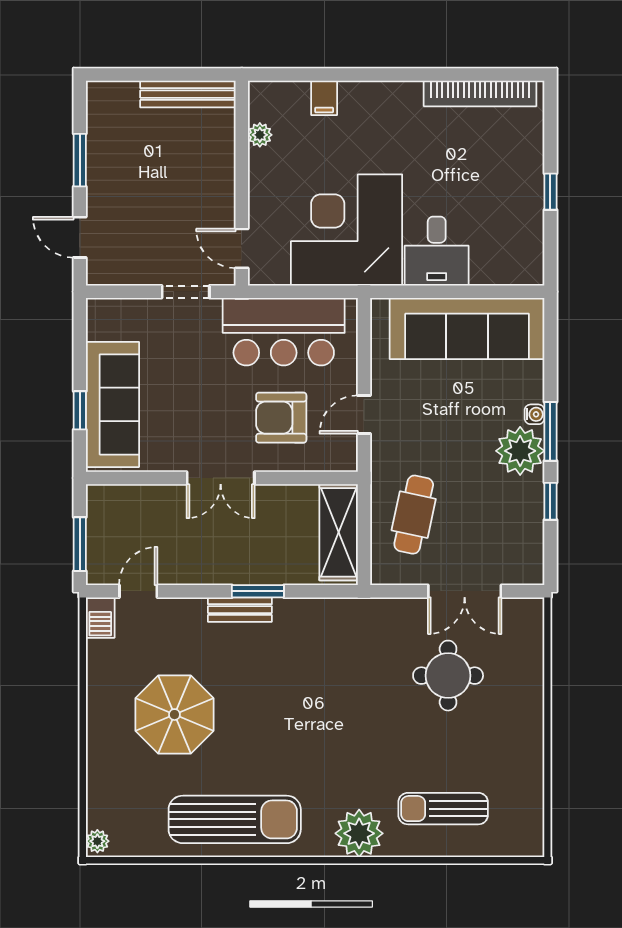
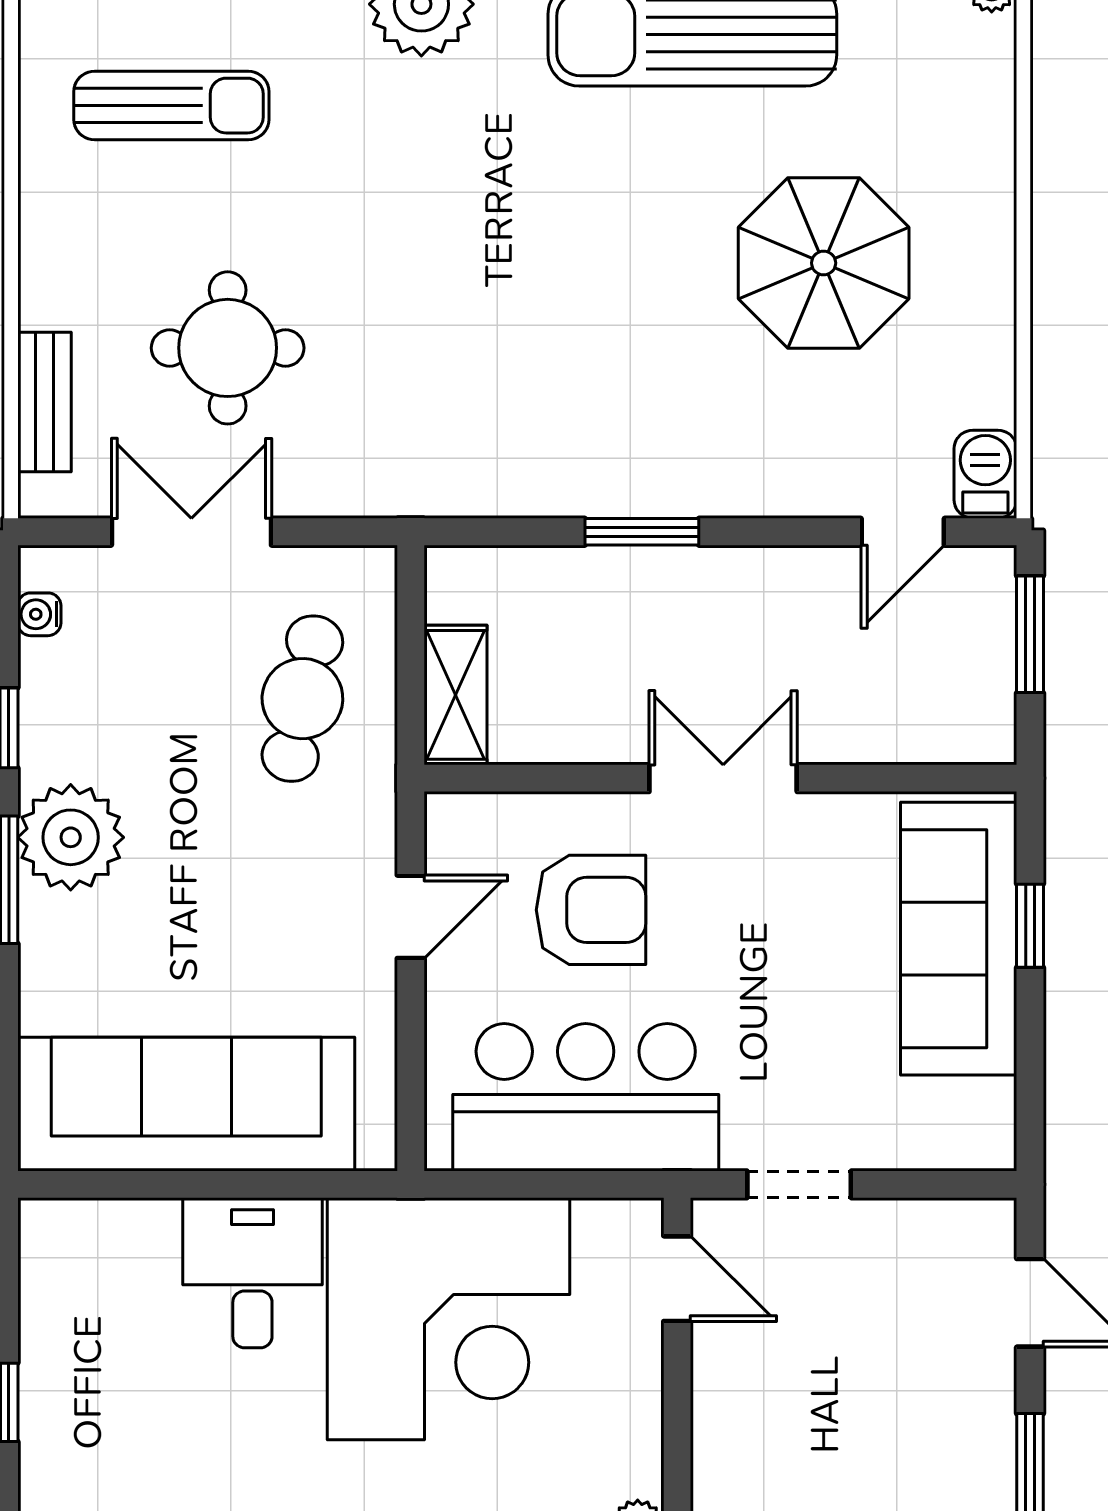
water cooler: (534, 414) -> (39, 614), moved
shelving: (339, 532) -> (455, 695), width x0.67, depth x0.75
bench: (240, 610) -> (44, 402), moved, turned 90
sun lounger: (443, 809) -> (171, 106), moved

